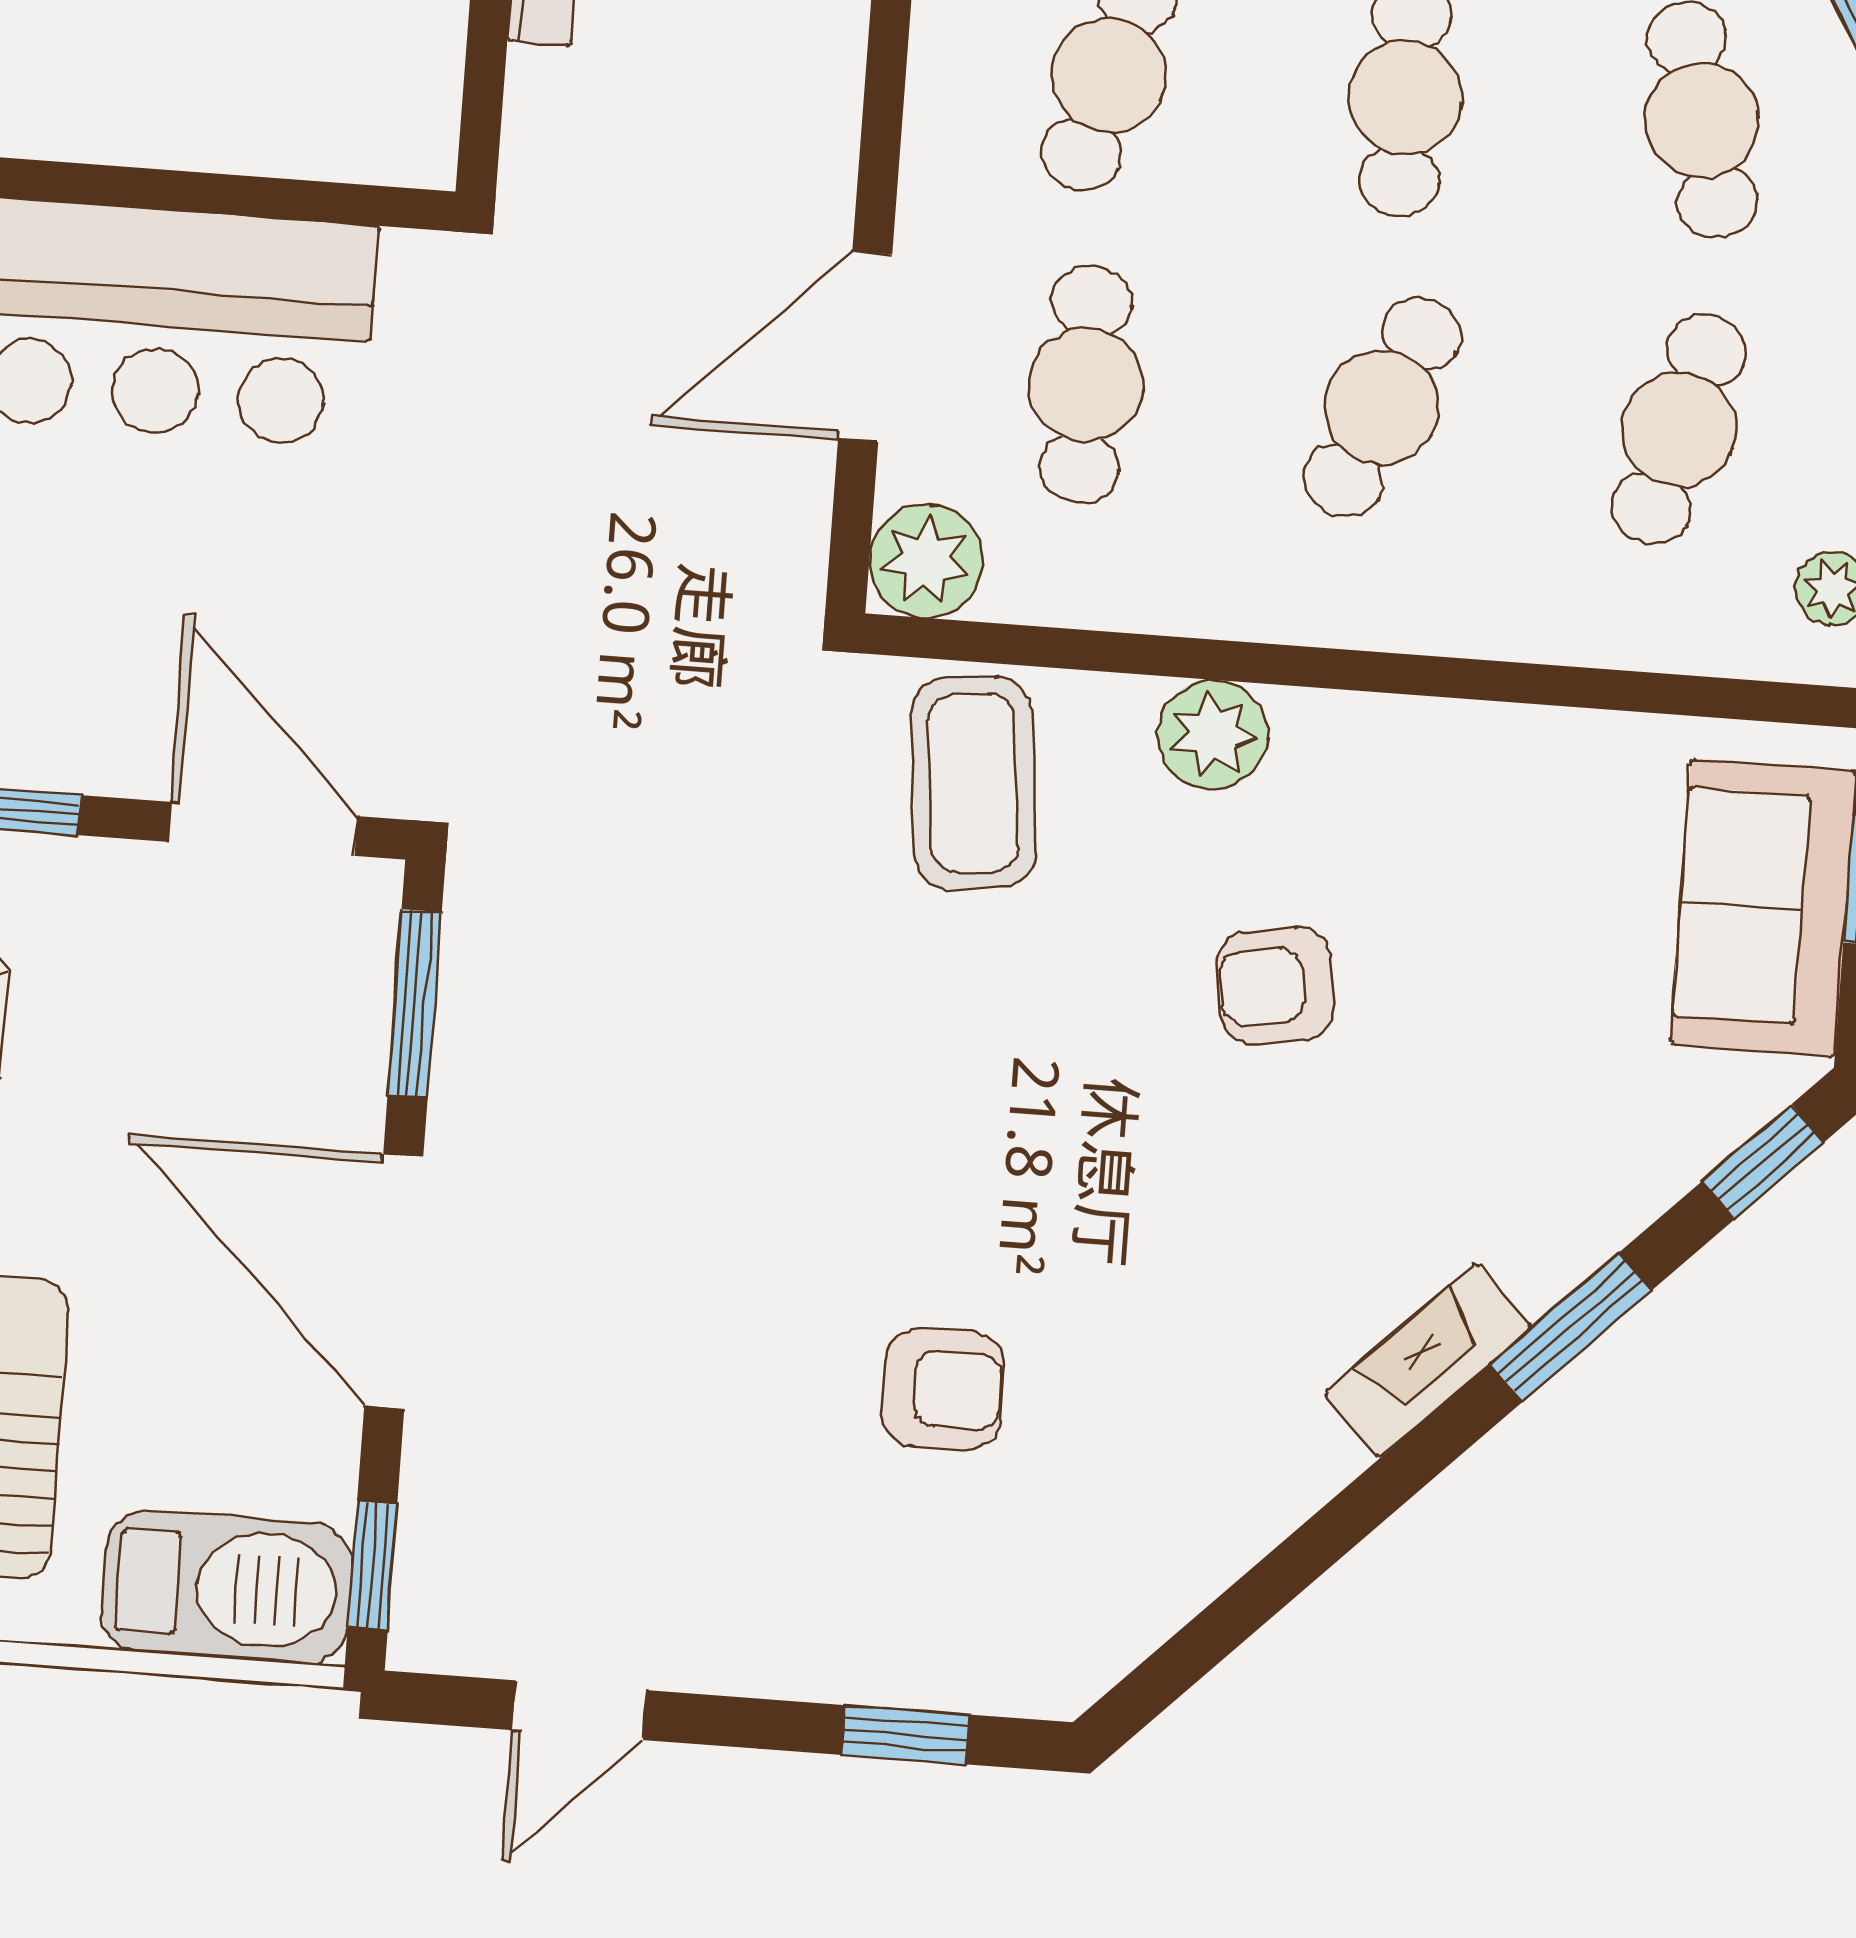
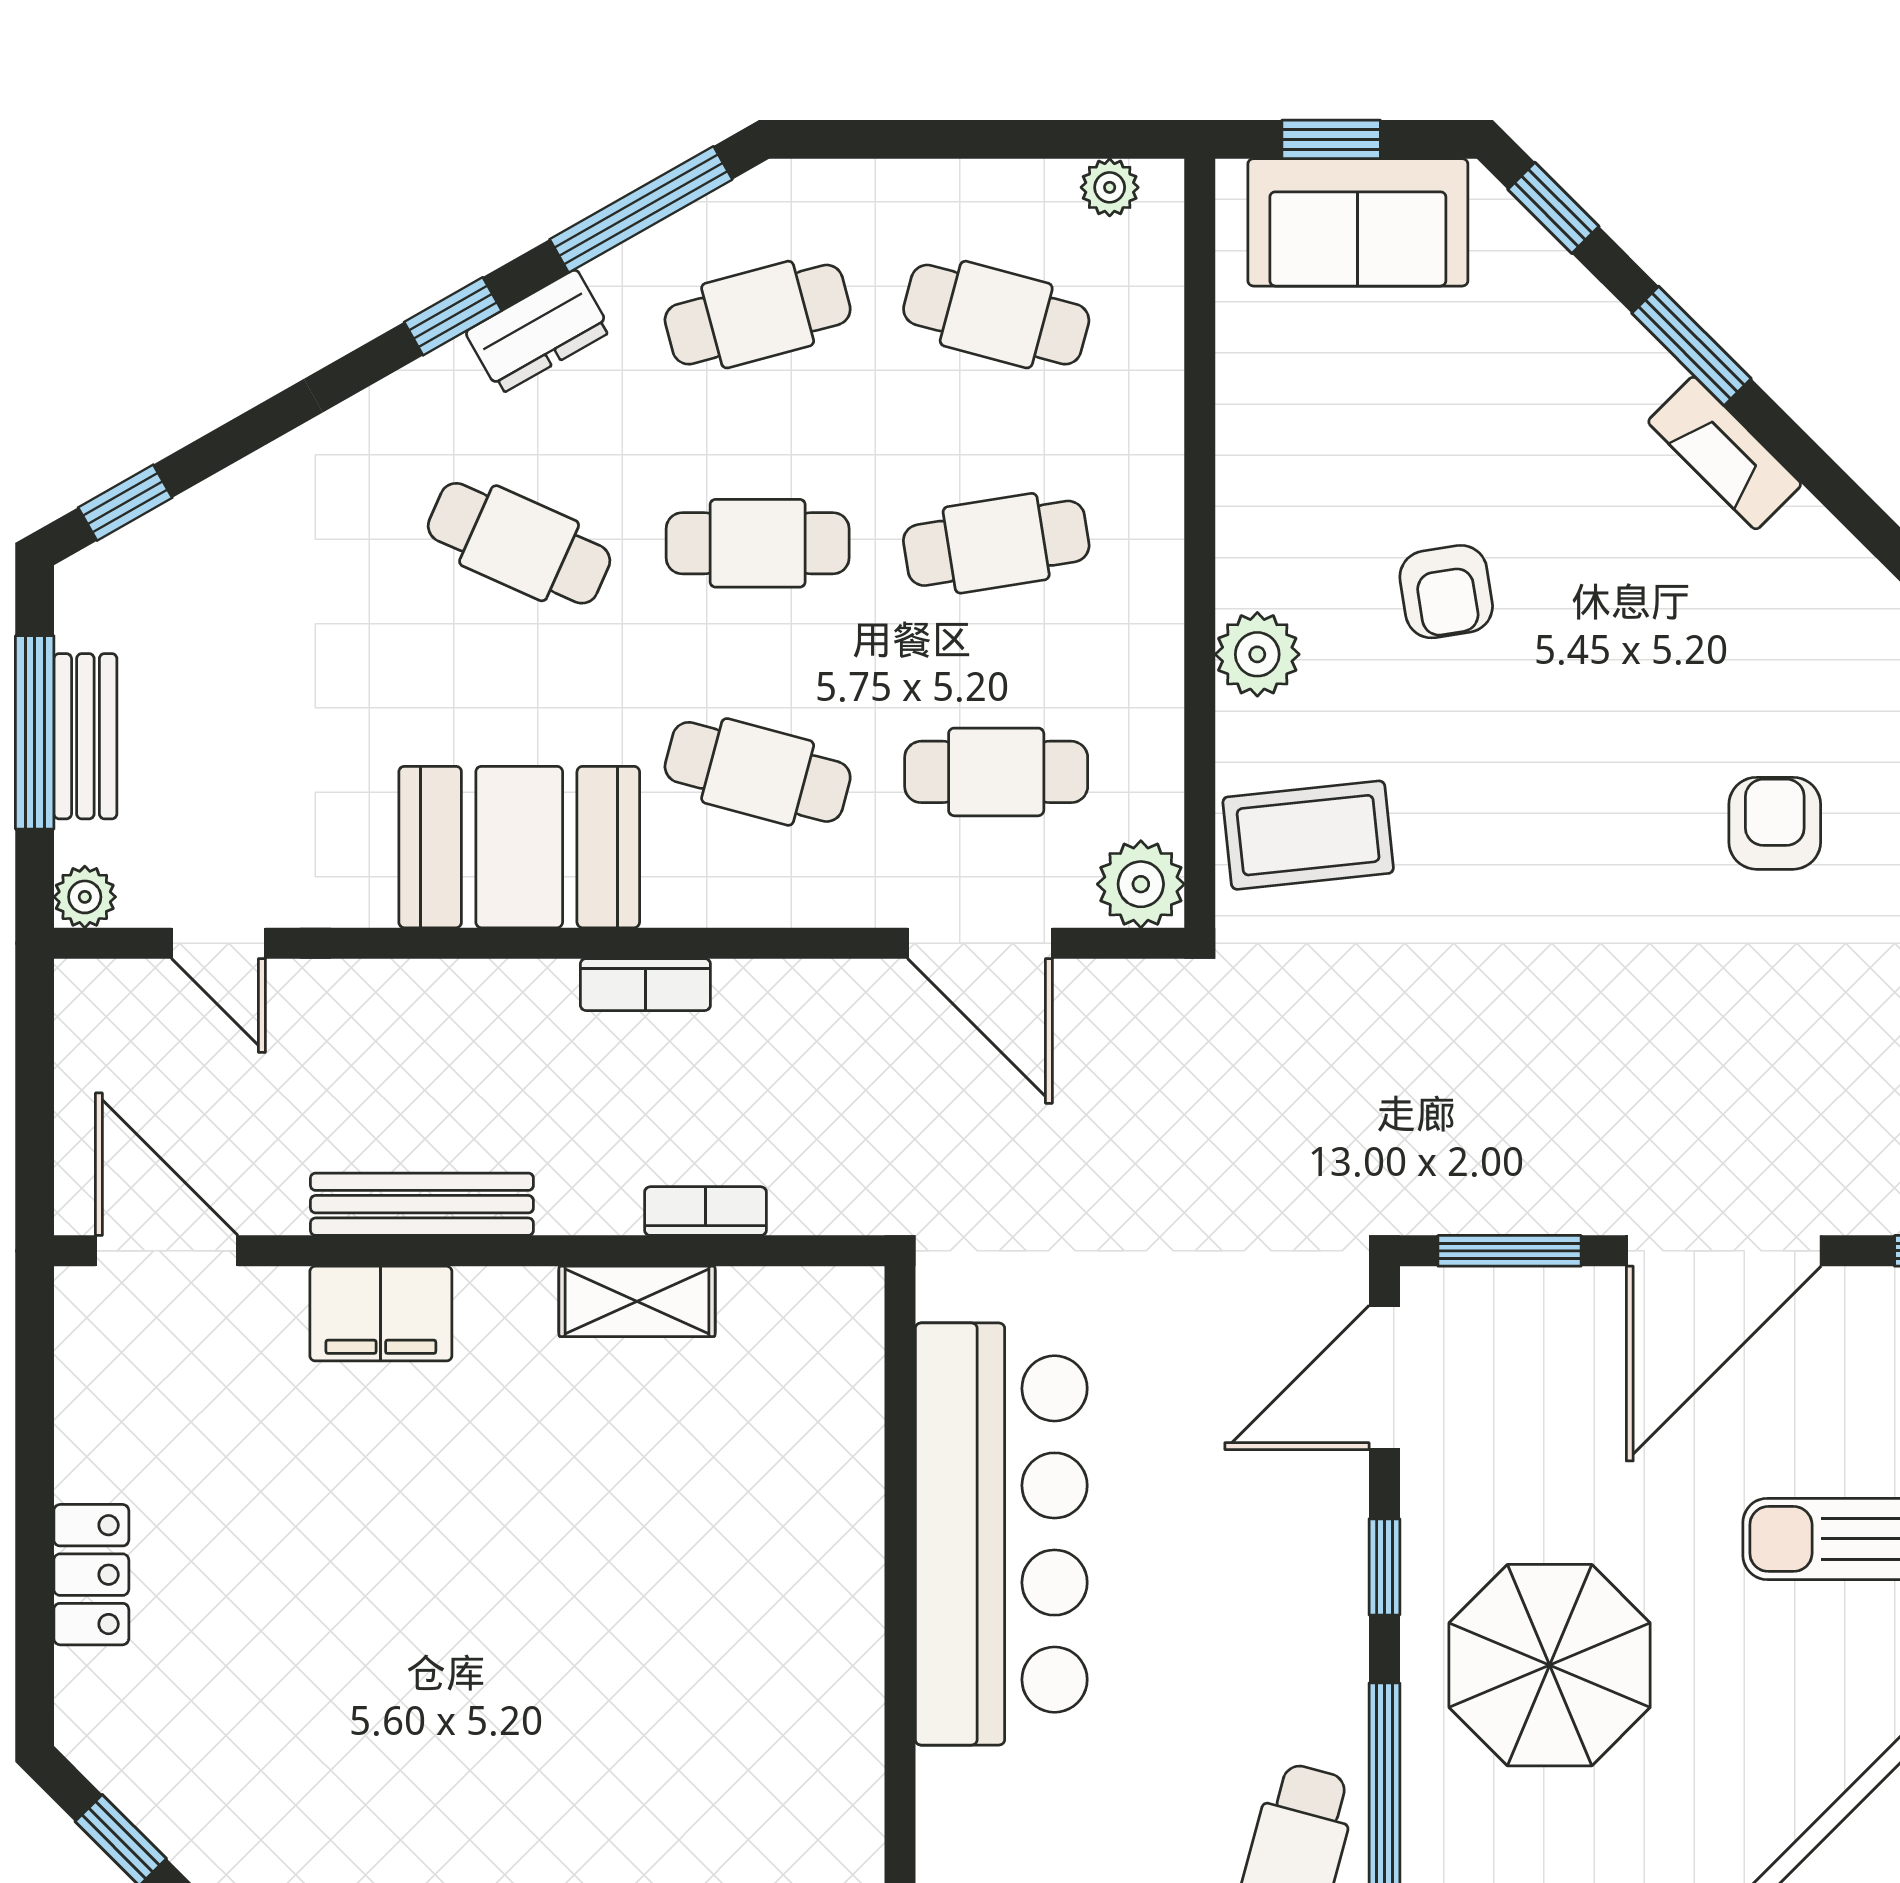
cafe table: (1382, 407) -> (996, 543), turned -33

